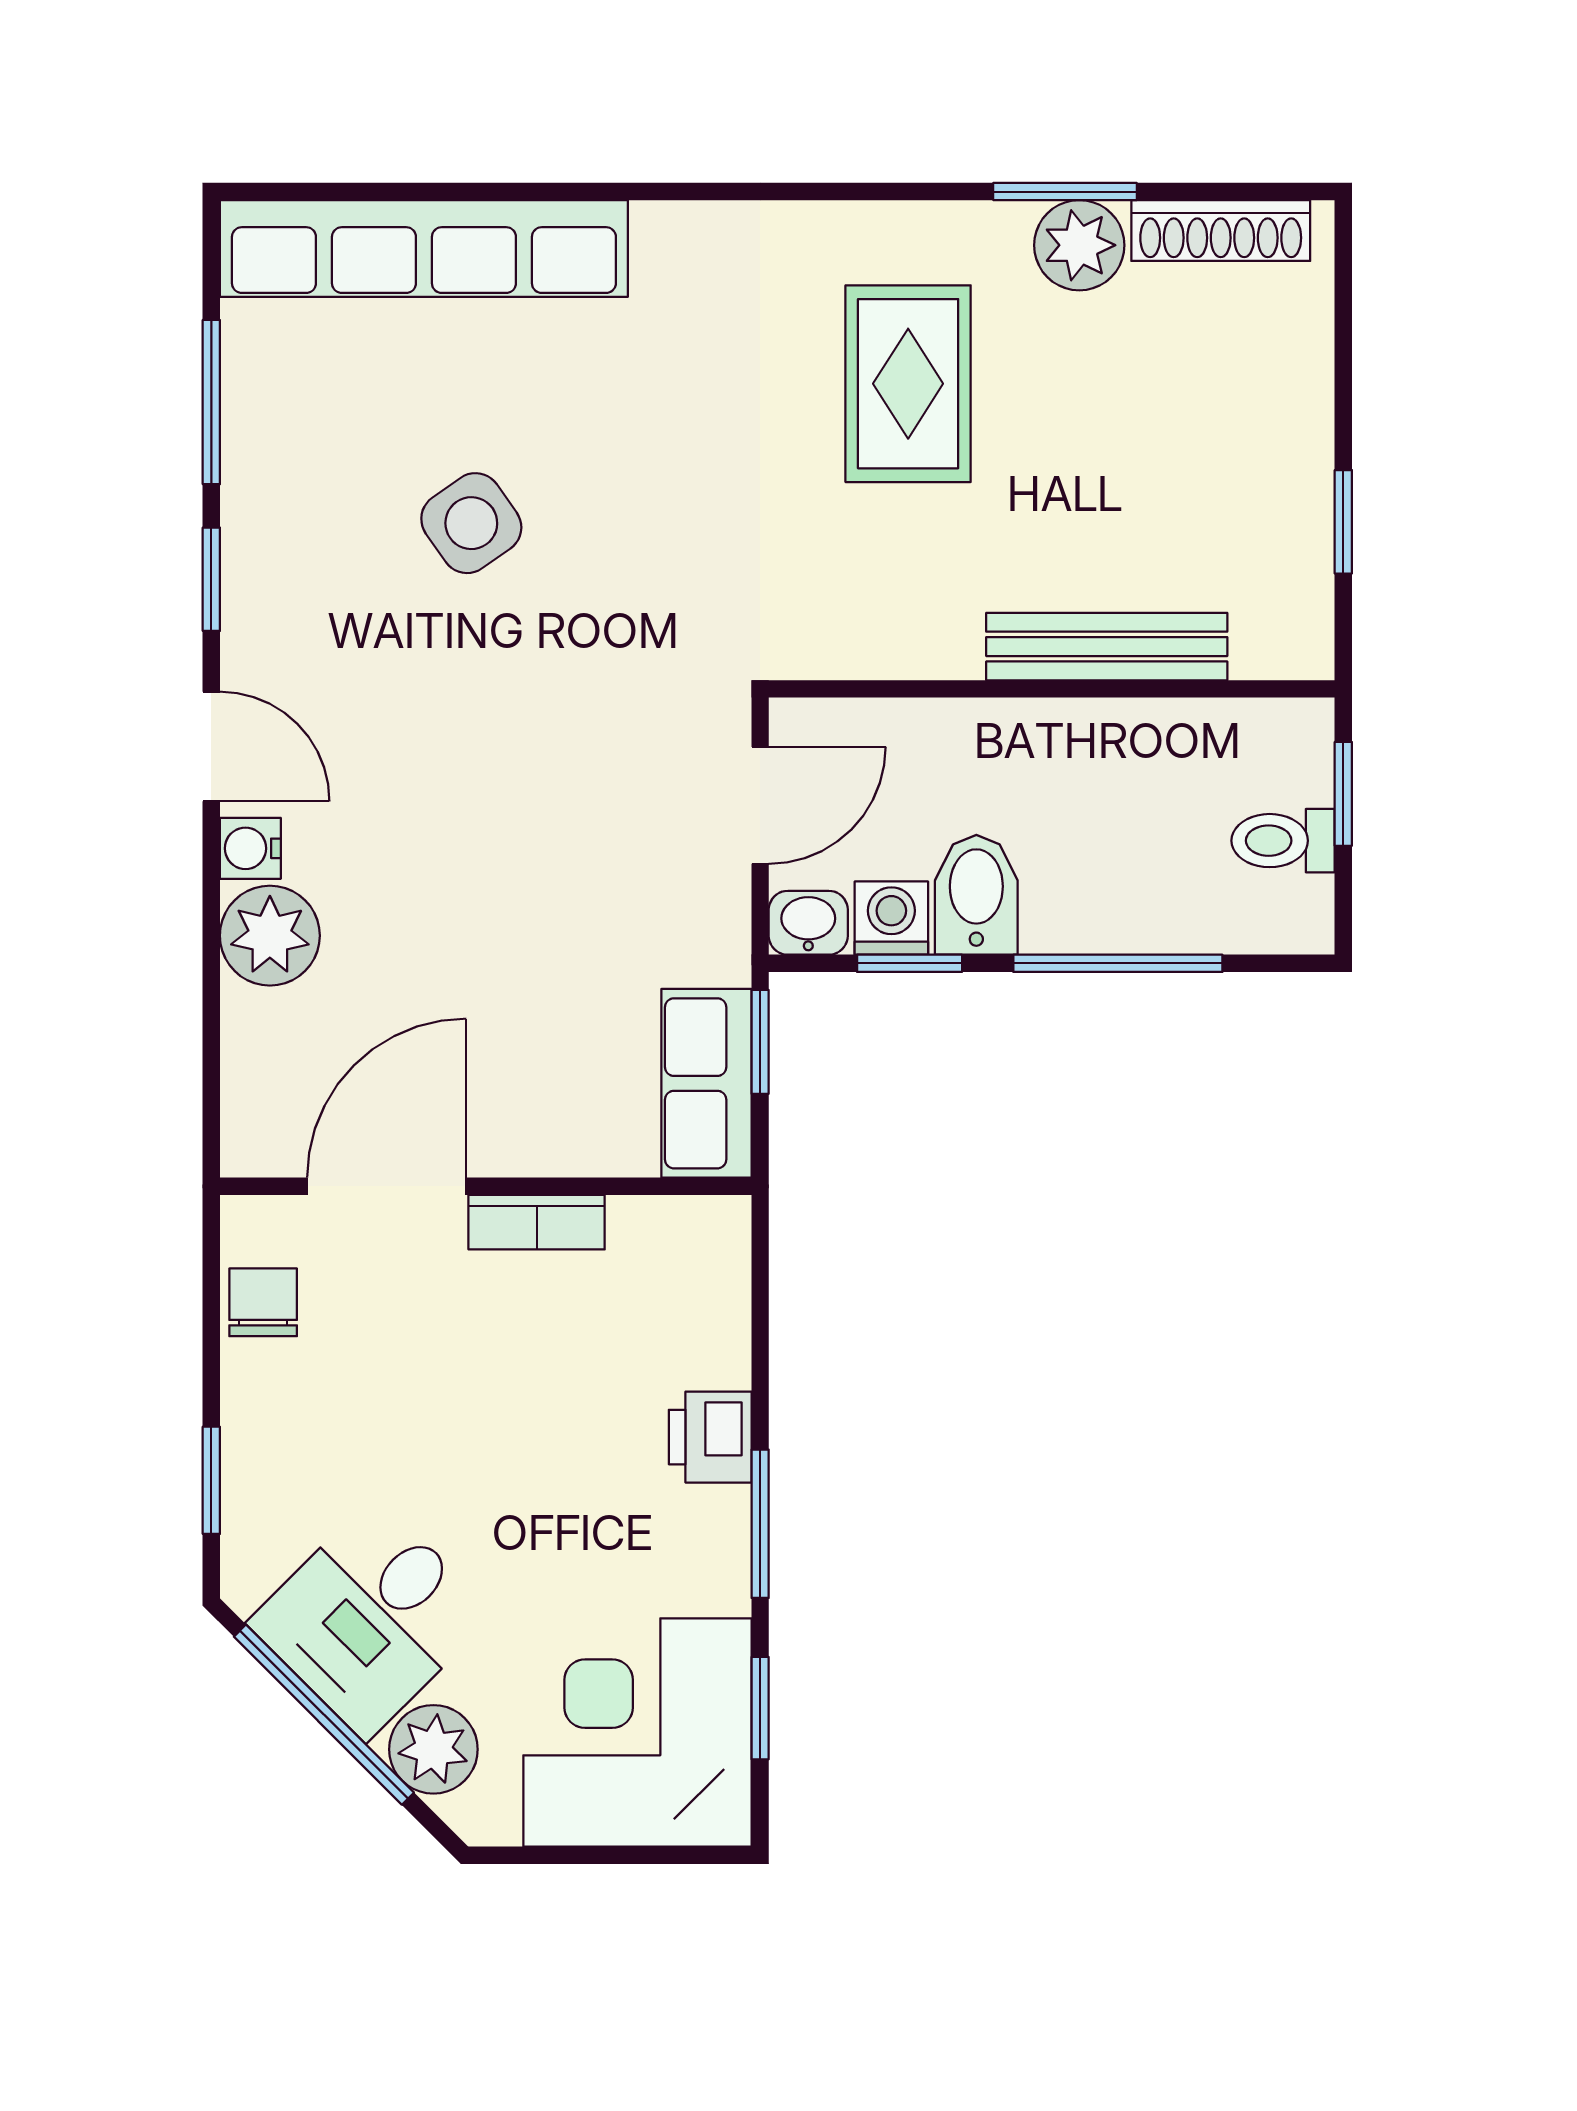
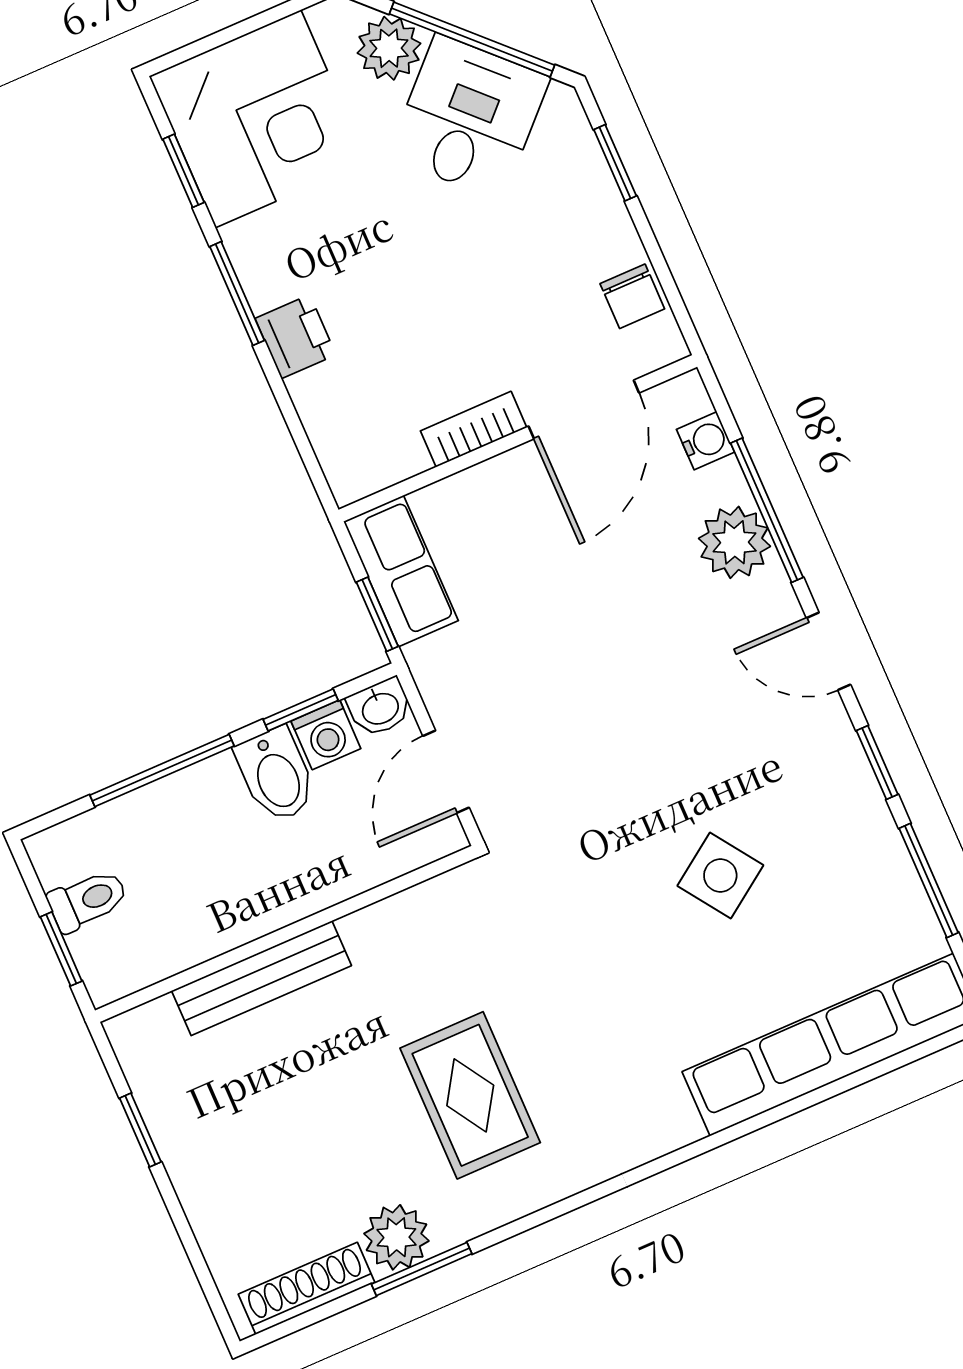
water cooler: (250, 848) -> (706, 441), moved
window: (211, 958) -> (767, 510), added

